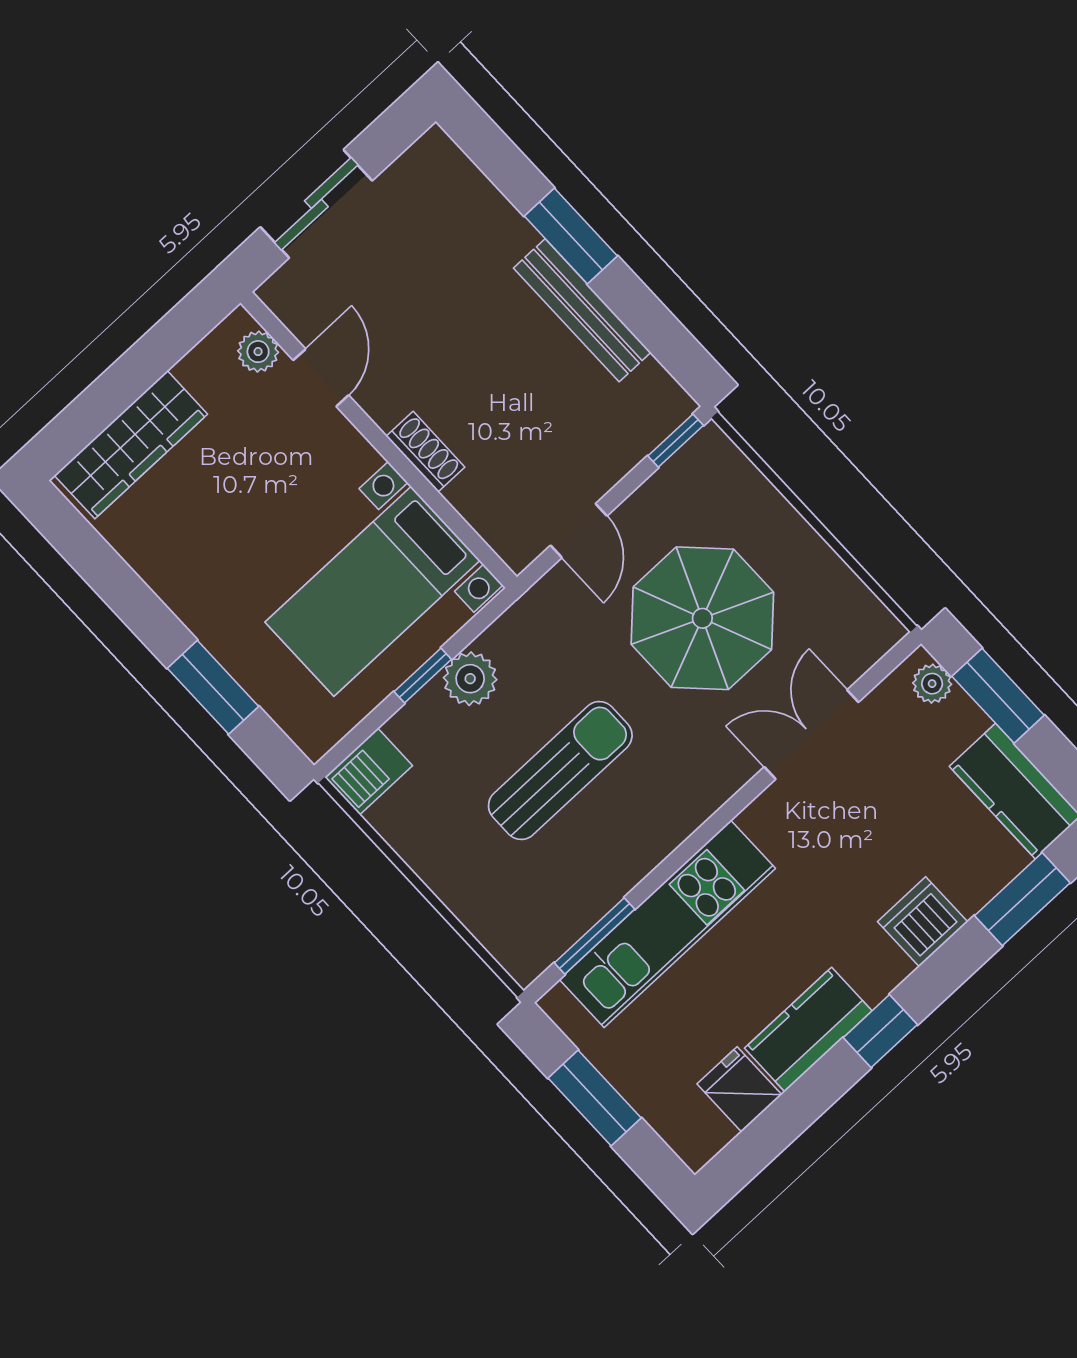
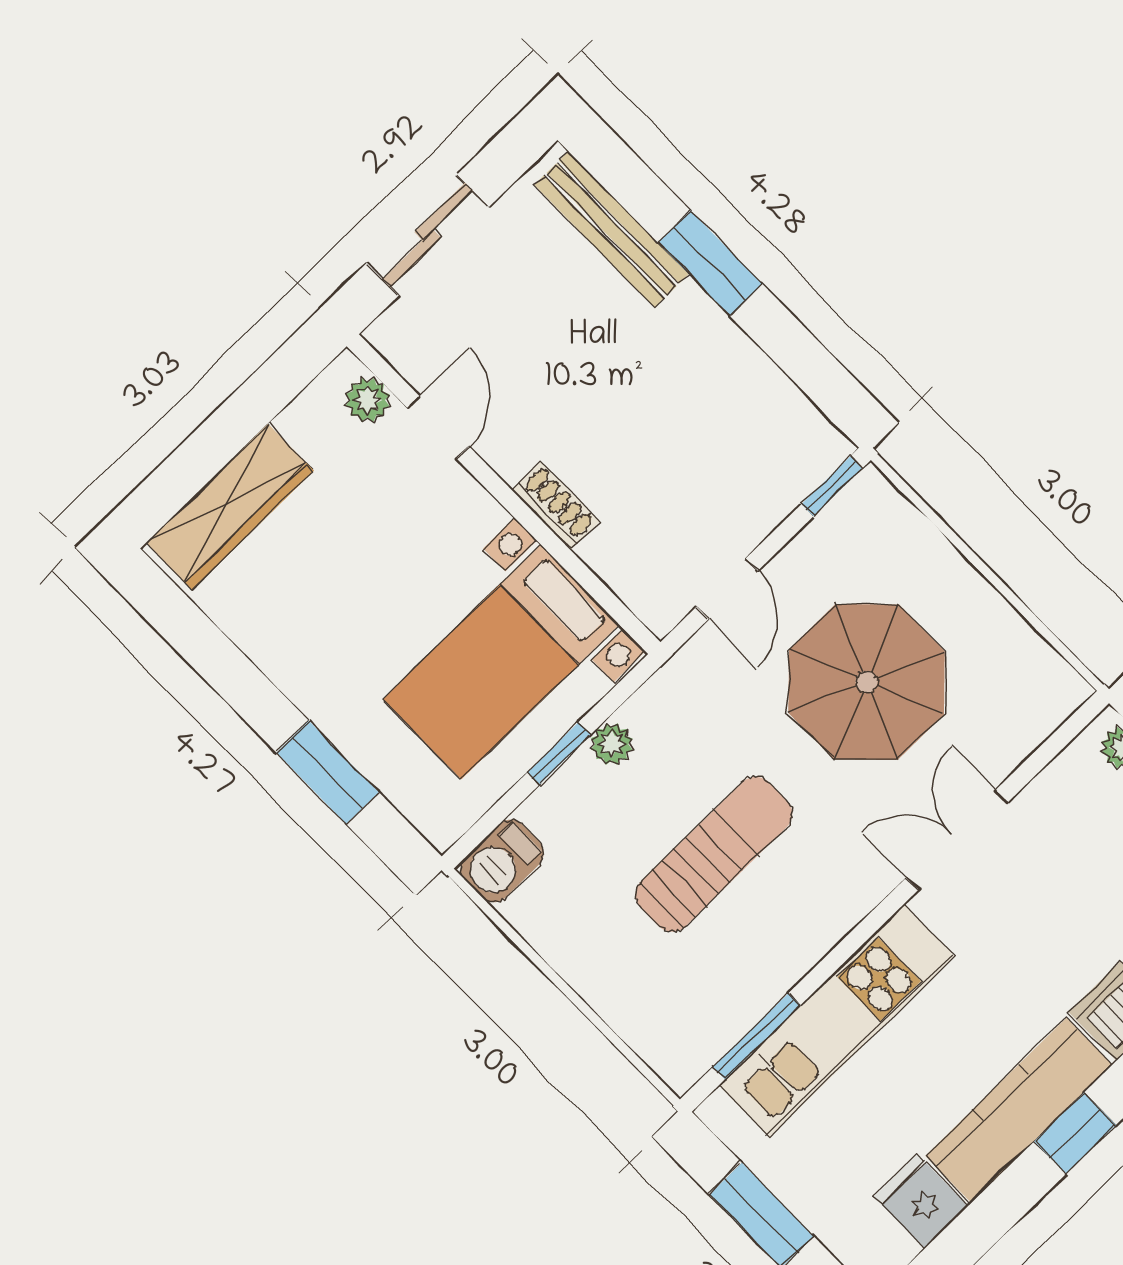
bench: (582, 310) -> (612, 229), moved
plant: (470, 679) -> (612, 744), width x0.73, depth x0.73
double door: (811, 735) -> (957, 840), moved
kitchen counter: (808, 1030) -> (1019, 1110), width x1.50

